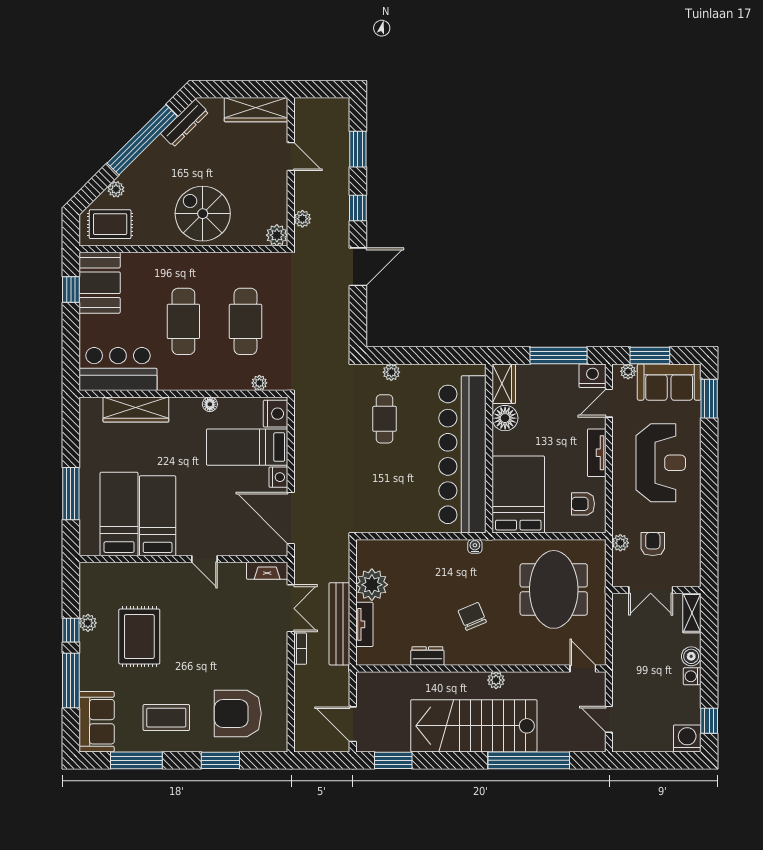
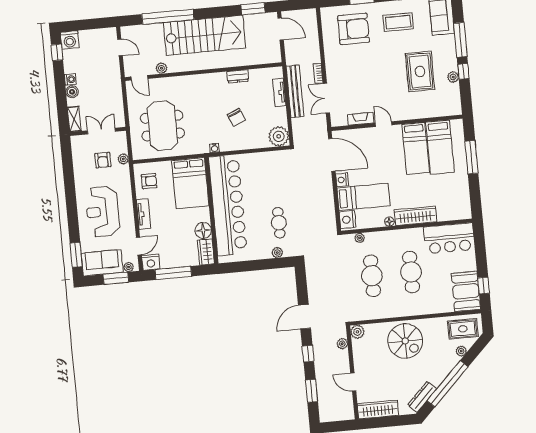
wardrobe: (136, 409) -> (415, 216), moved
fireplace: (267, 571) -> (361, 119), moved
plant: (372, 585) -> (279, 136), moved
chair: (472, 616) -> (236, 117), moved
plant: (496, 680) -> (161, 68), moved

